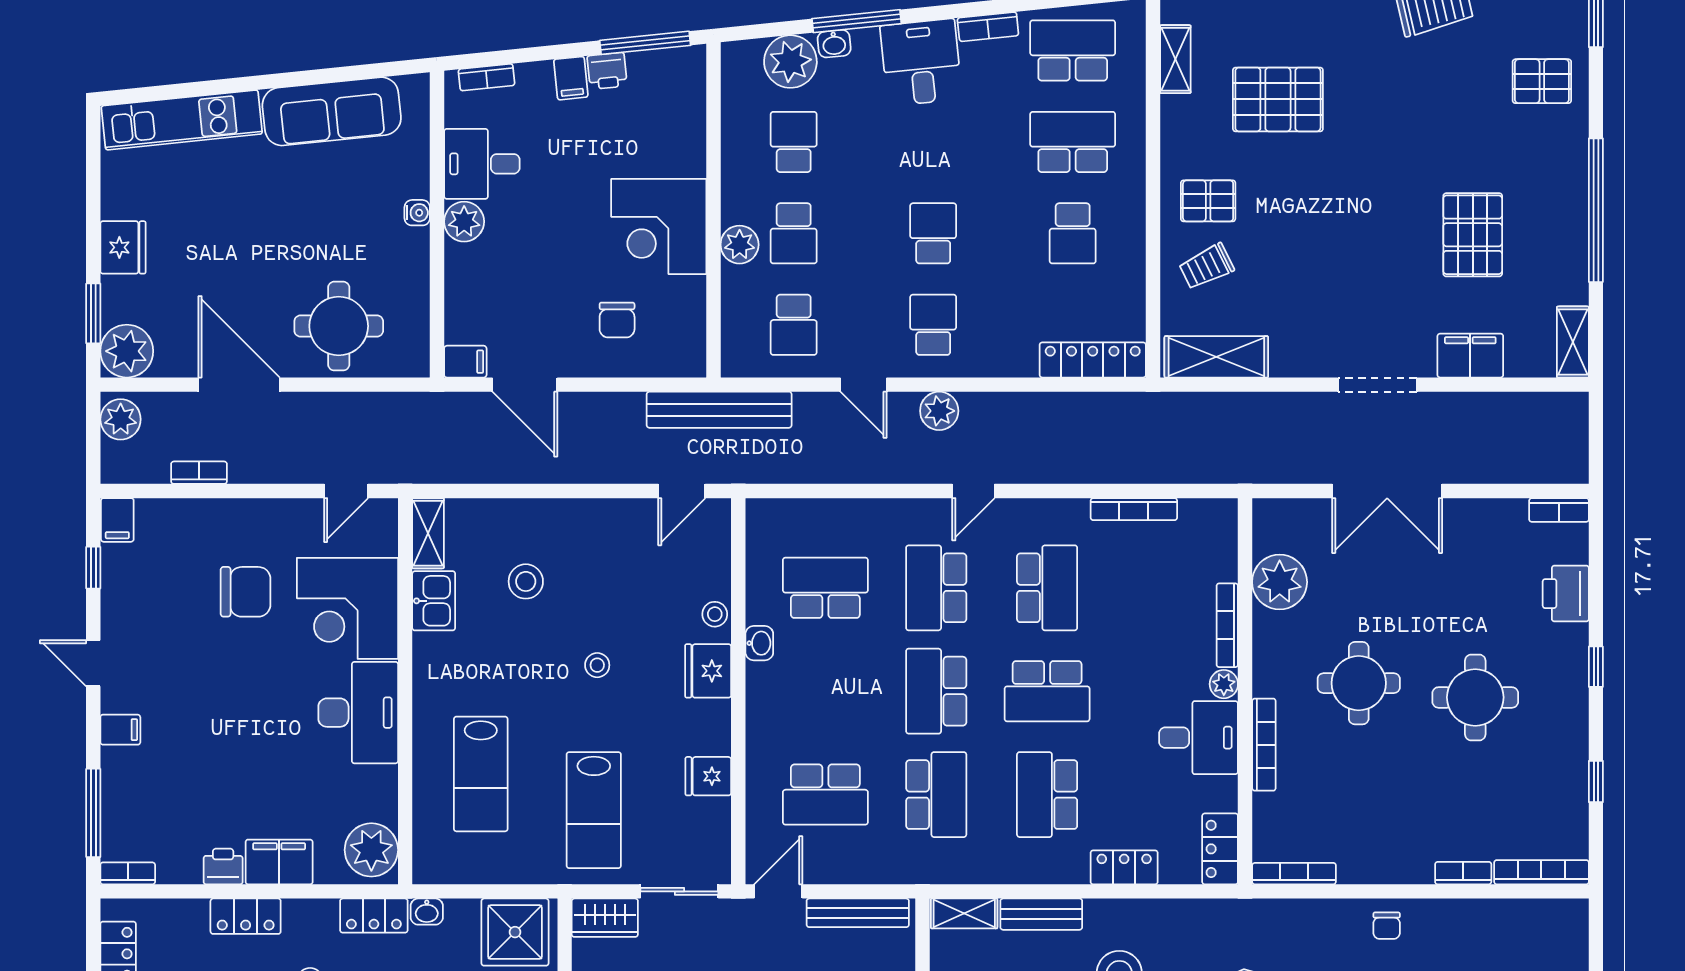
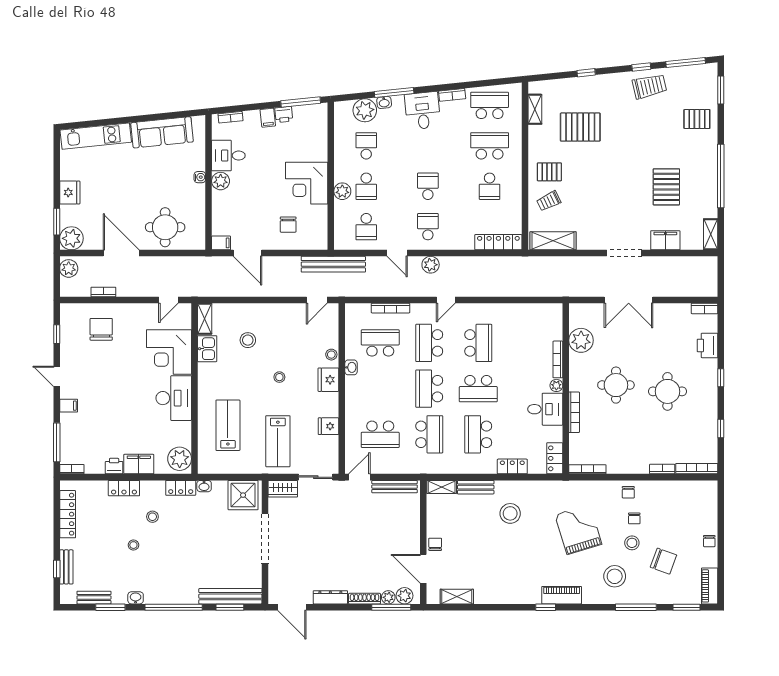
bookcase: (1134, 509) -> (390, 308), moved
filing cabinet: (117, 520) -> (67, 313), removed
chair: (246, 592) -> (101, 329), moved, turned -90
lab bench: (481, 774) -> (228, 425), turned 180

